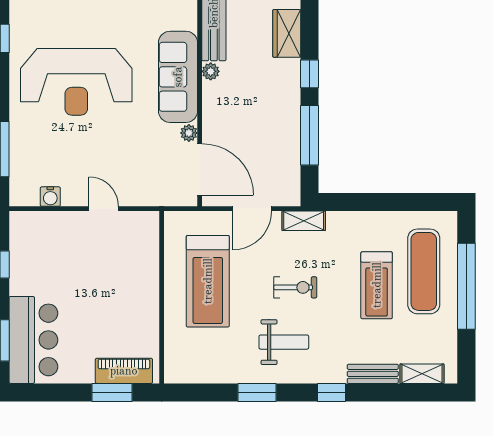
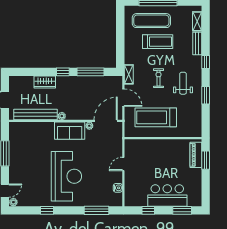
sofa: (178, 77) -> (70, 131), width x0.73
treadmill: (208, 281) -> (156, 117), turned 180
bar counter: (33, 340) -> (167, 195), moved

